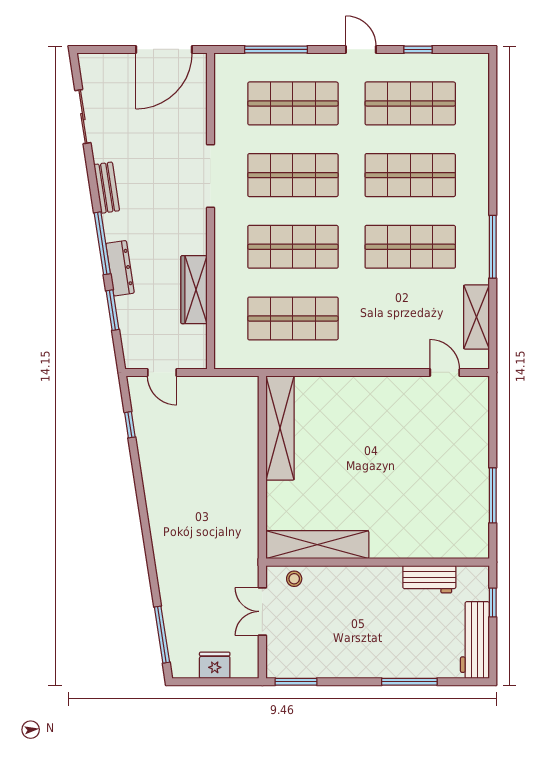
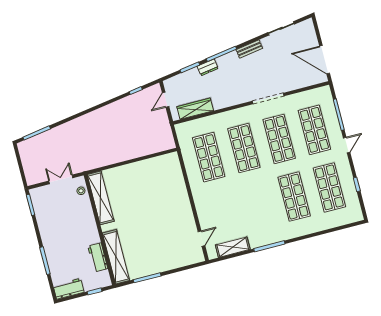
door: (361, 49) -> (347, 145), moved
shop shelf: (410, 247) -> (259, 206), removed
dresser: (120, 268) -> (208, 67), width x0.70
wardrobe: (194, 290) -> (195, 109), moved
shelving: (280, 428) -> (116, 257), moved, turned 90
workbench: (475, 640) -> (69, 289), width x0.73
fridge: (215, 665) -> (28, 163), removed

